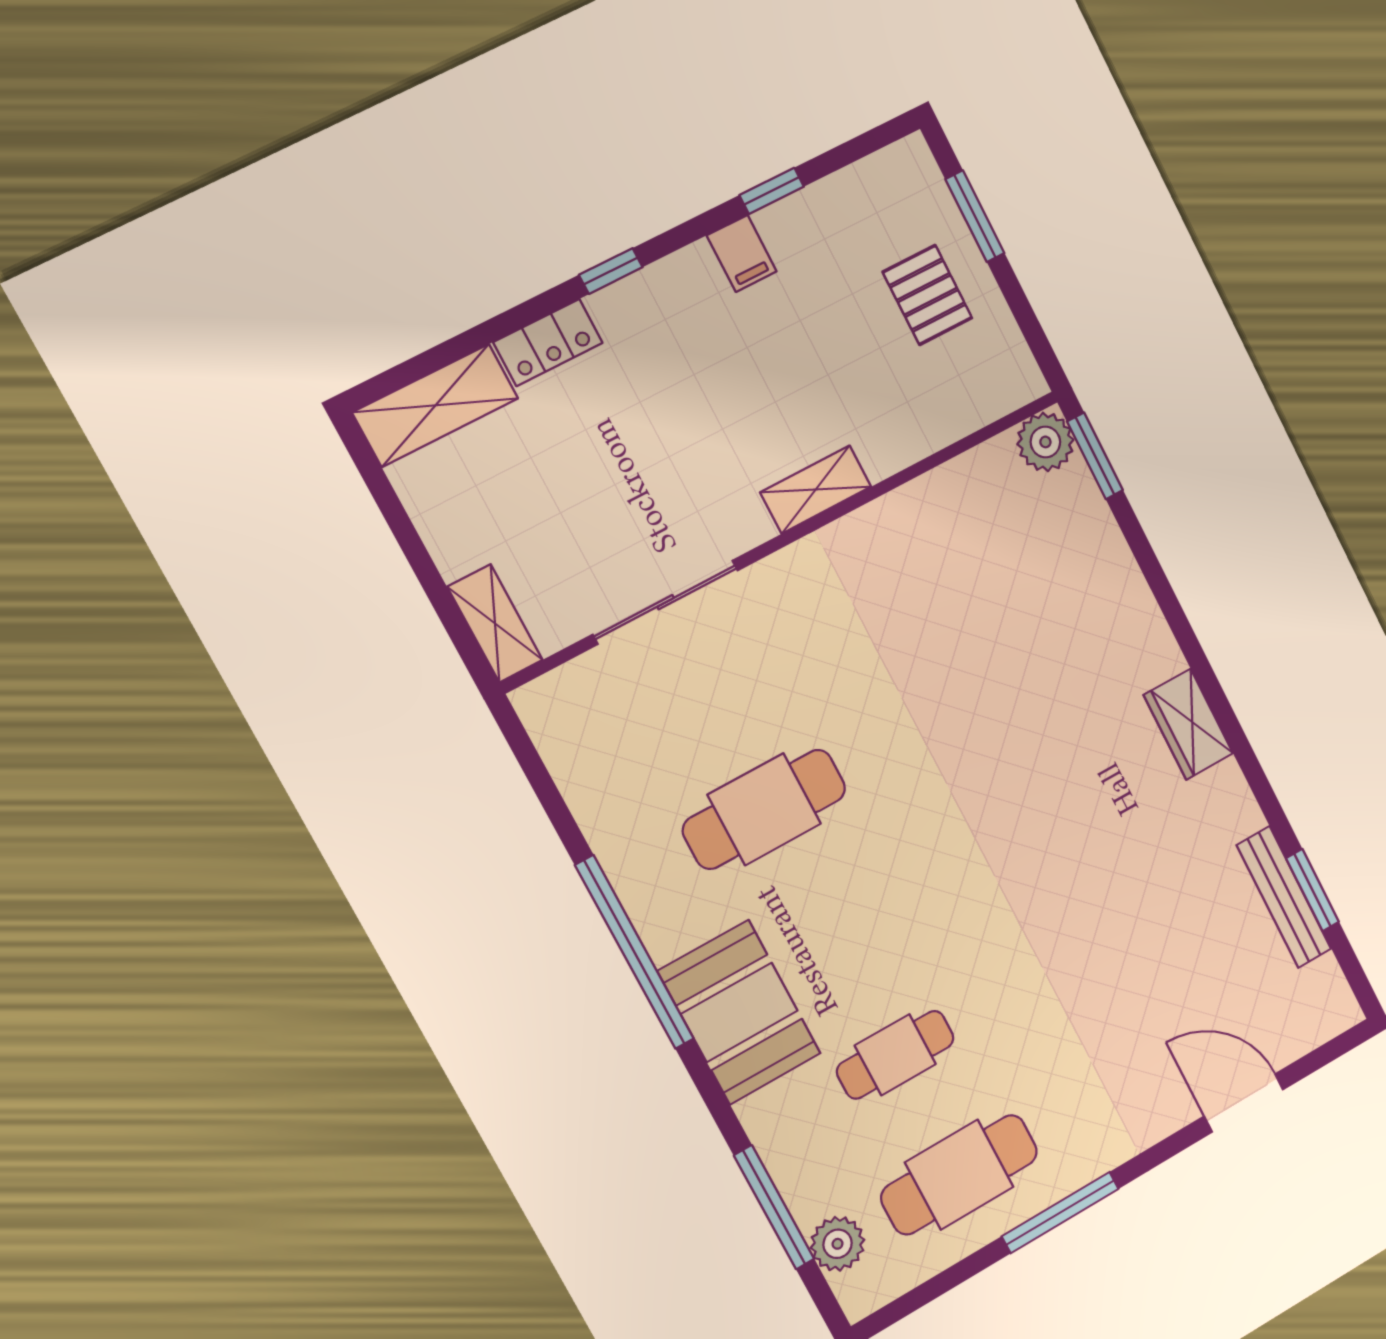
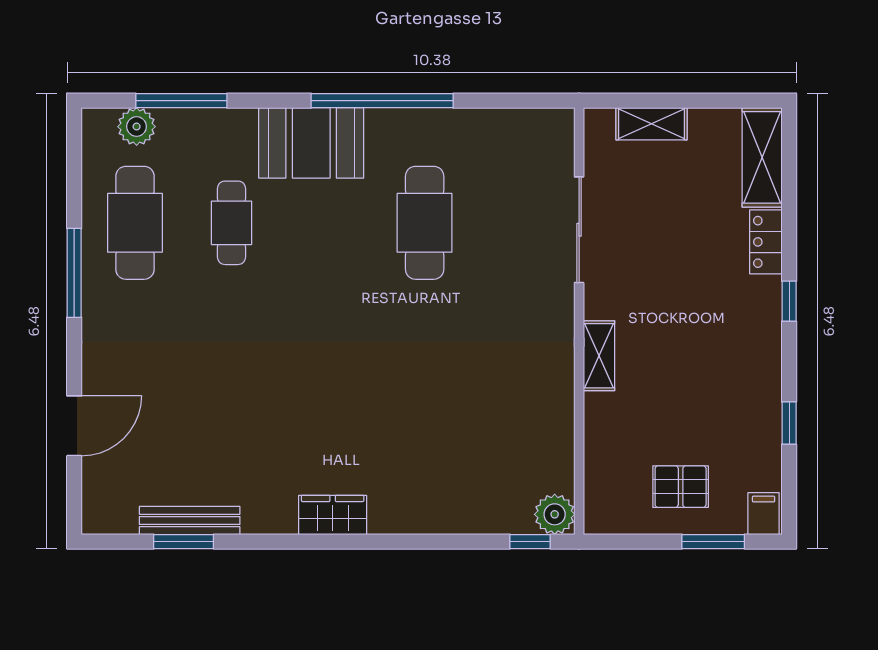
filing cabinet: (742, 253) -> (764, 514), moved, turned 90
window: (1095, 456) -> (530, 542), width x0.67
shelving: (495, 623) -> (651, 124), moved

